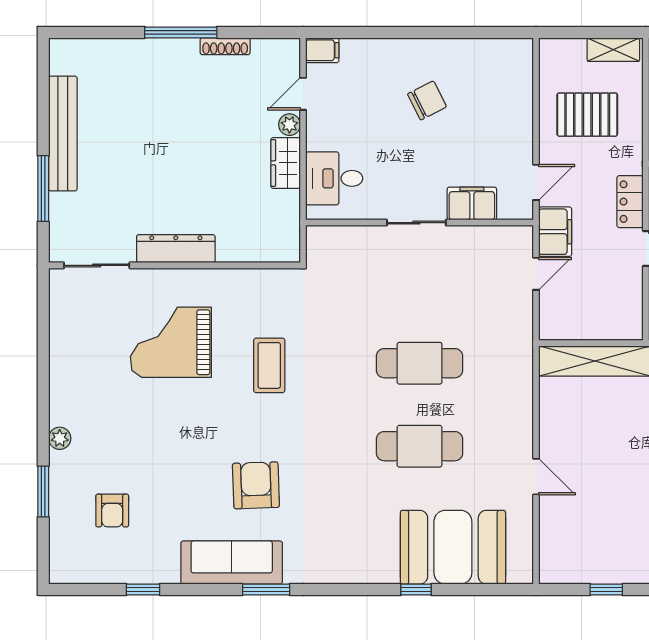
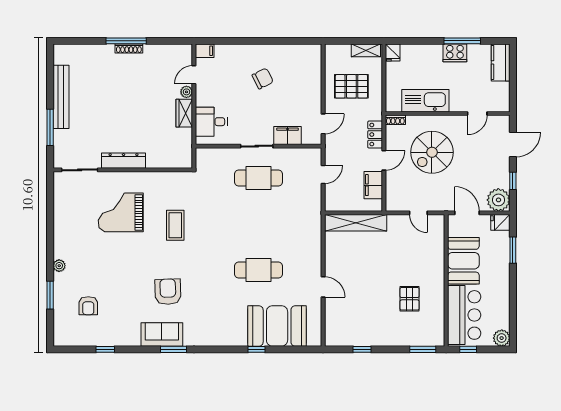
shoe rack: (225, 46) -> (129, 48), moved
filing cabinet: (555, 232) -> (373, 185), moved, turned 180
cafe table: (420, 363) -> (259, 178), moved
sofa: (232, 563) -> (162, 334), width x0.73

